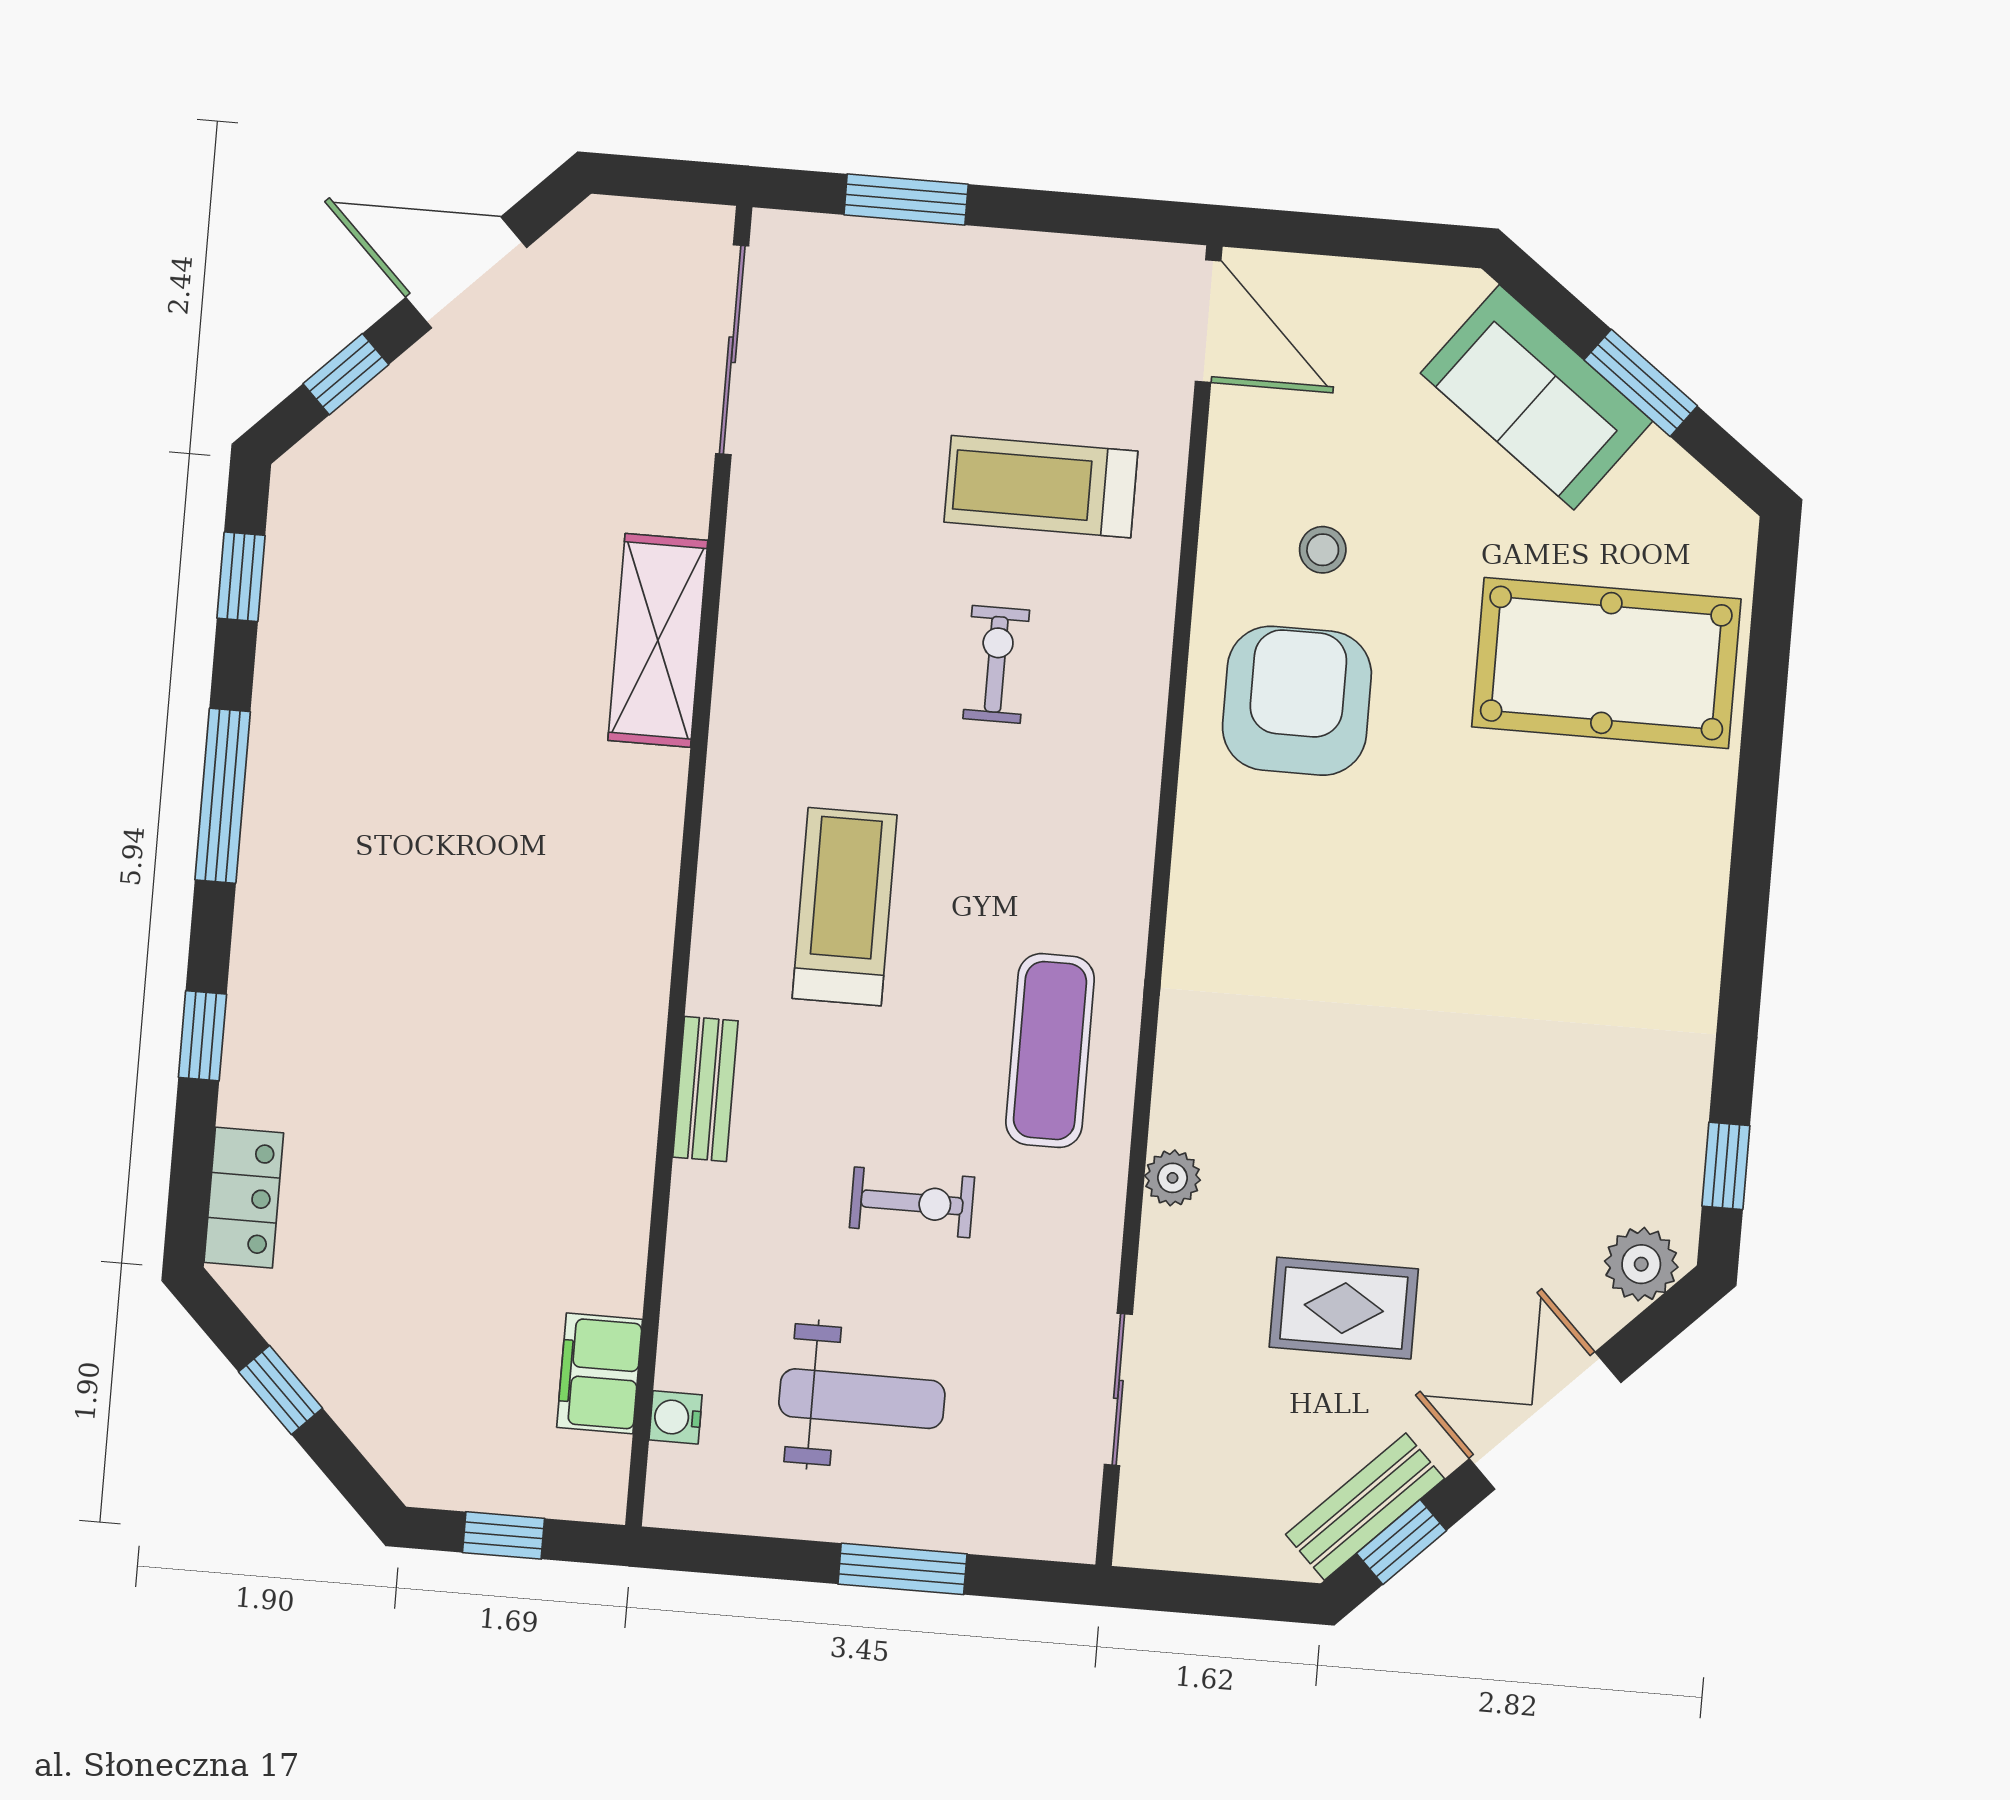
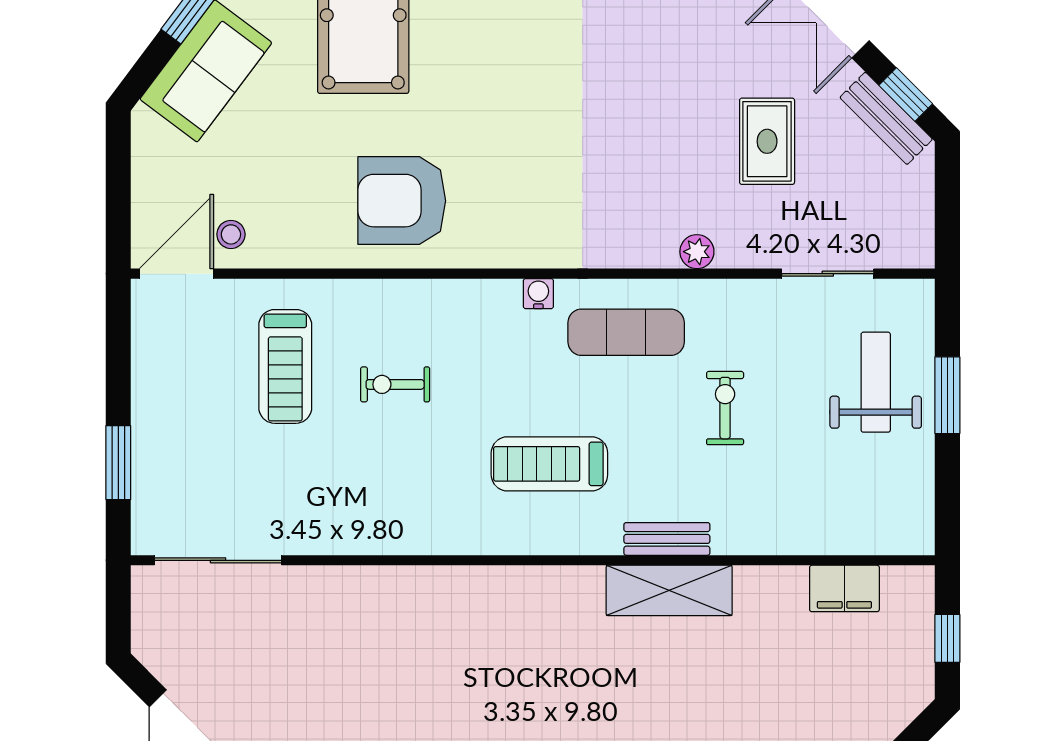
stool: (1323, 550) -> (231, 234), moved
shelving: (658, 640) -> (669, 590), moved
weight bench: (862, 1399) -> (876, 382), moved
water cooler: (676, 1417) -> (538, 294), moved, turned 180

